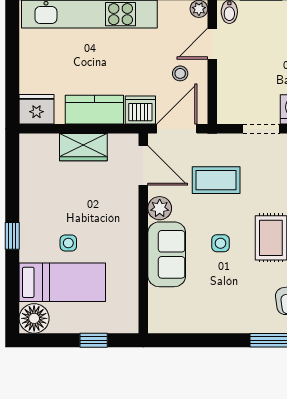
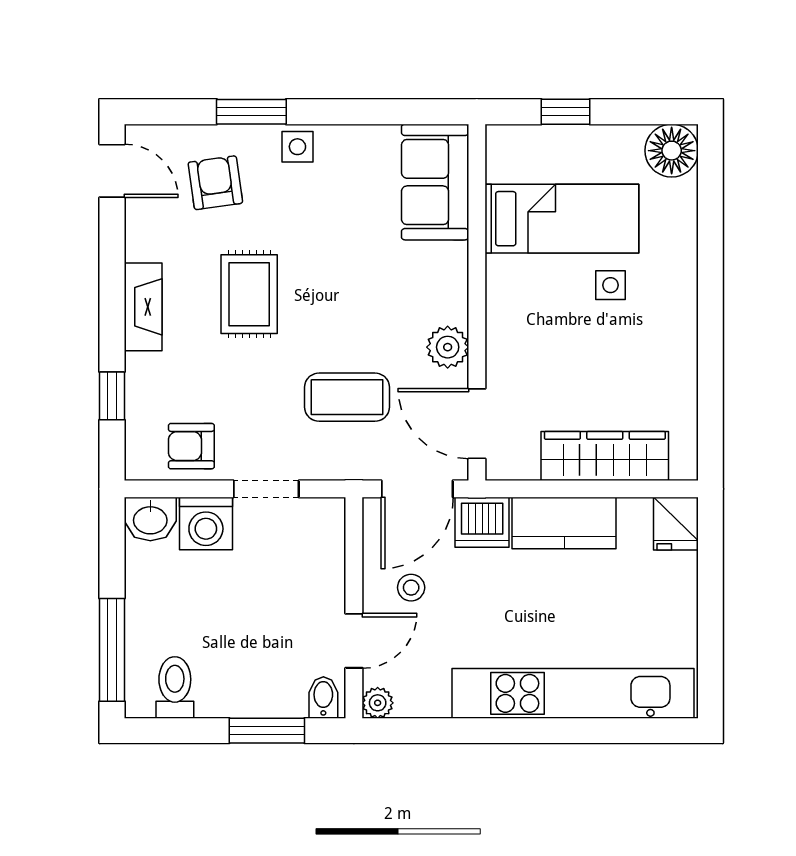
fridge: (36, 109) -> (676, 524), width x0.72
wardrobe: (83, 147) -> (605, 456), width x1.50
window: (12, 236) -> (710, 298), removed
side table: (220, 243) -> (297, 147), moved
sofa: (167, 254) -> (435, 182), moved
bed: (62, 282) -> (562, 219), moved, turned 180

